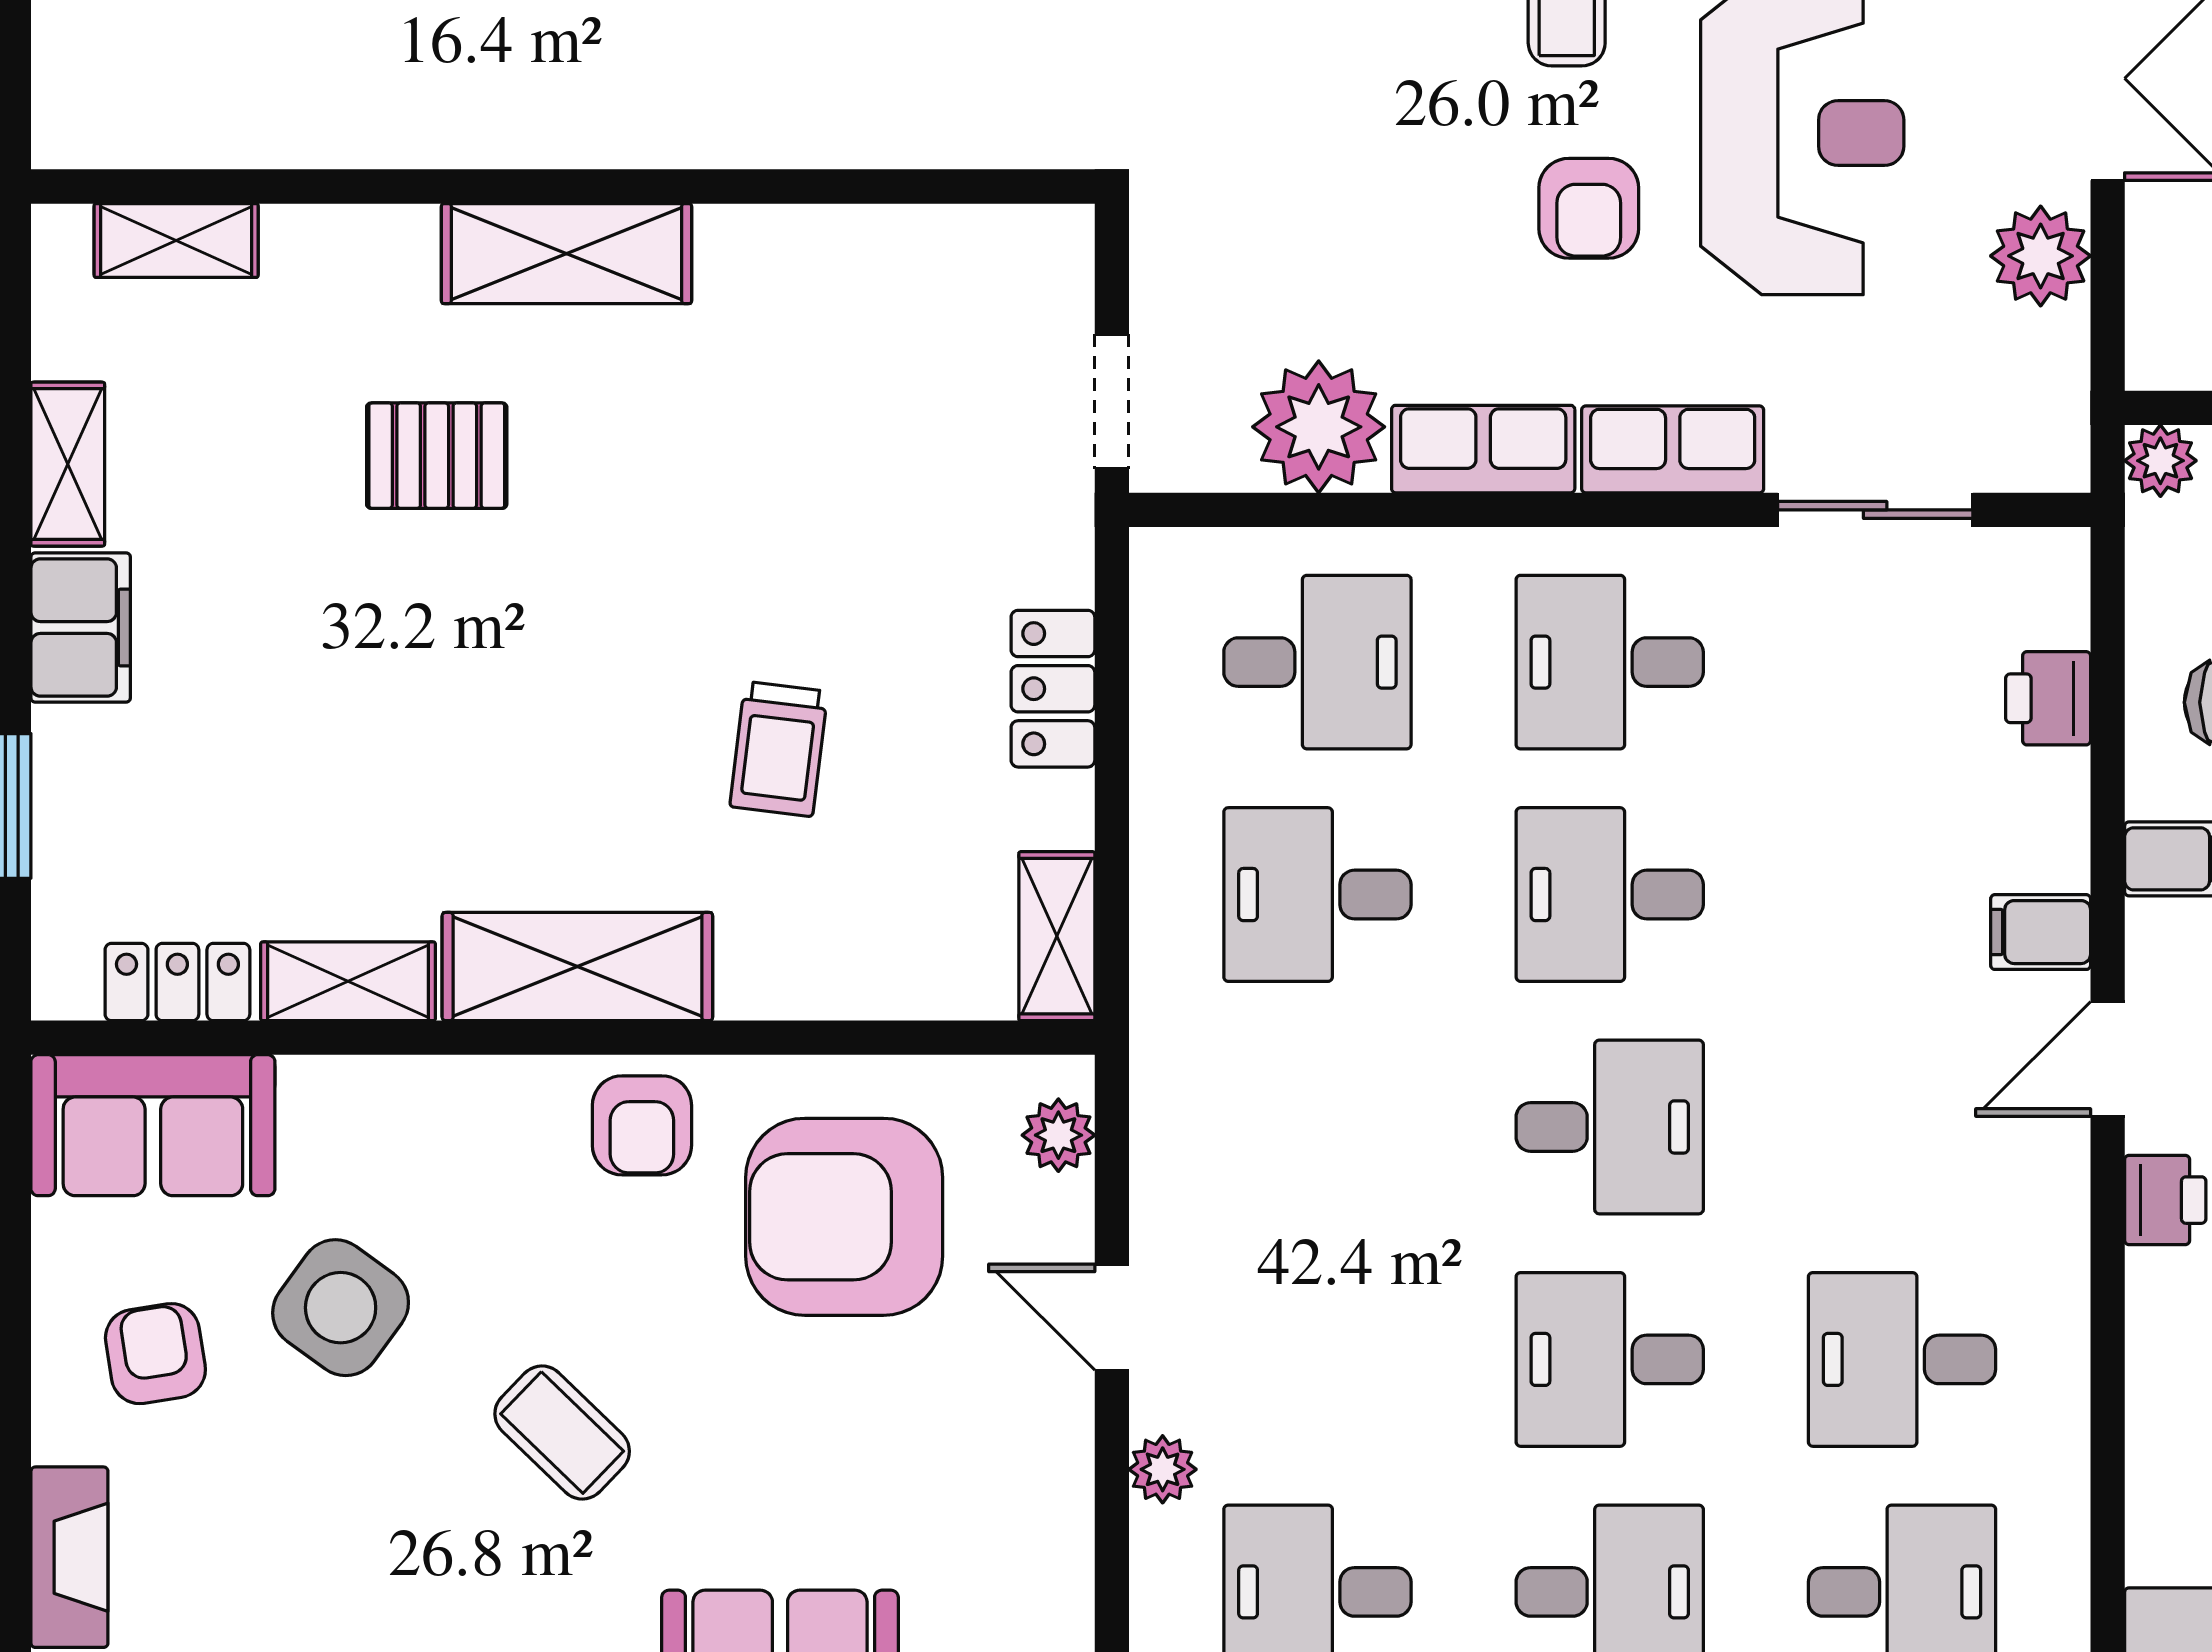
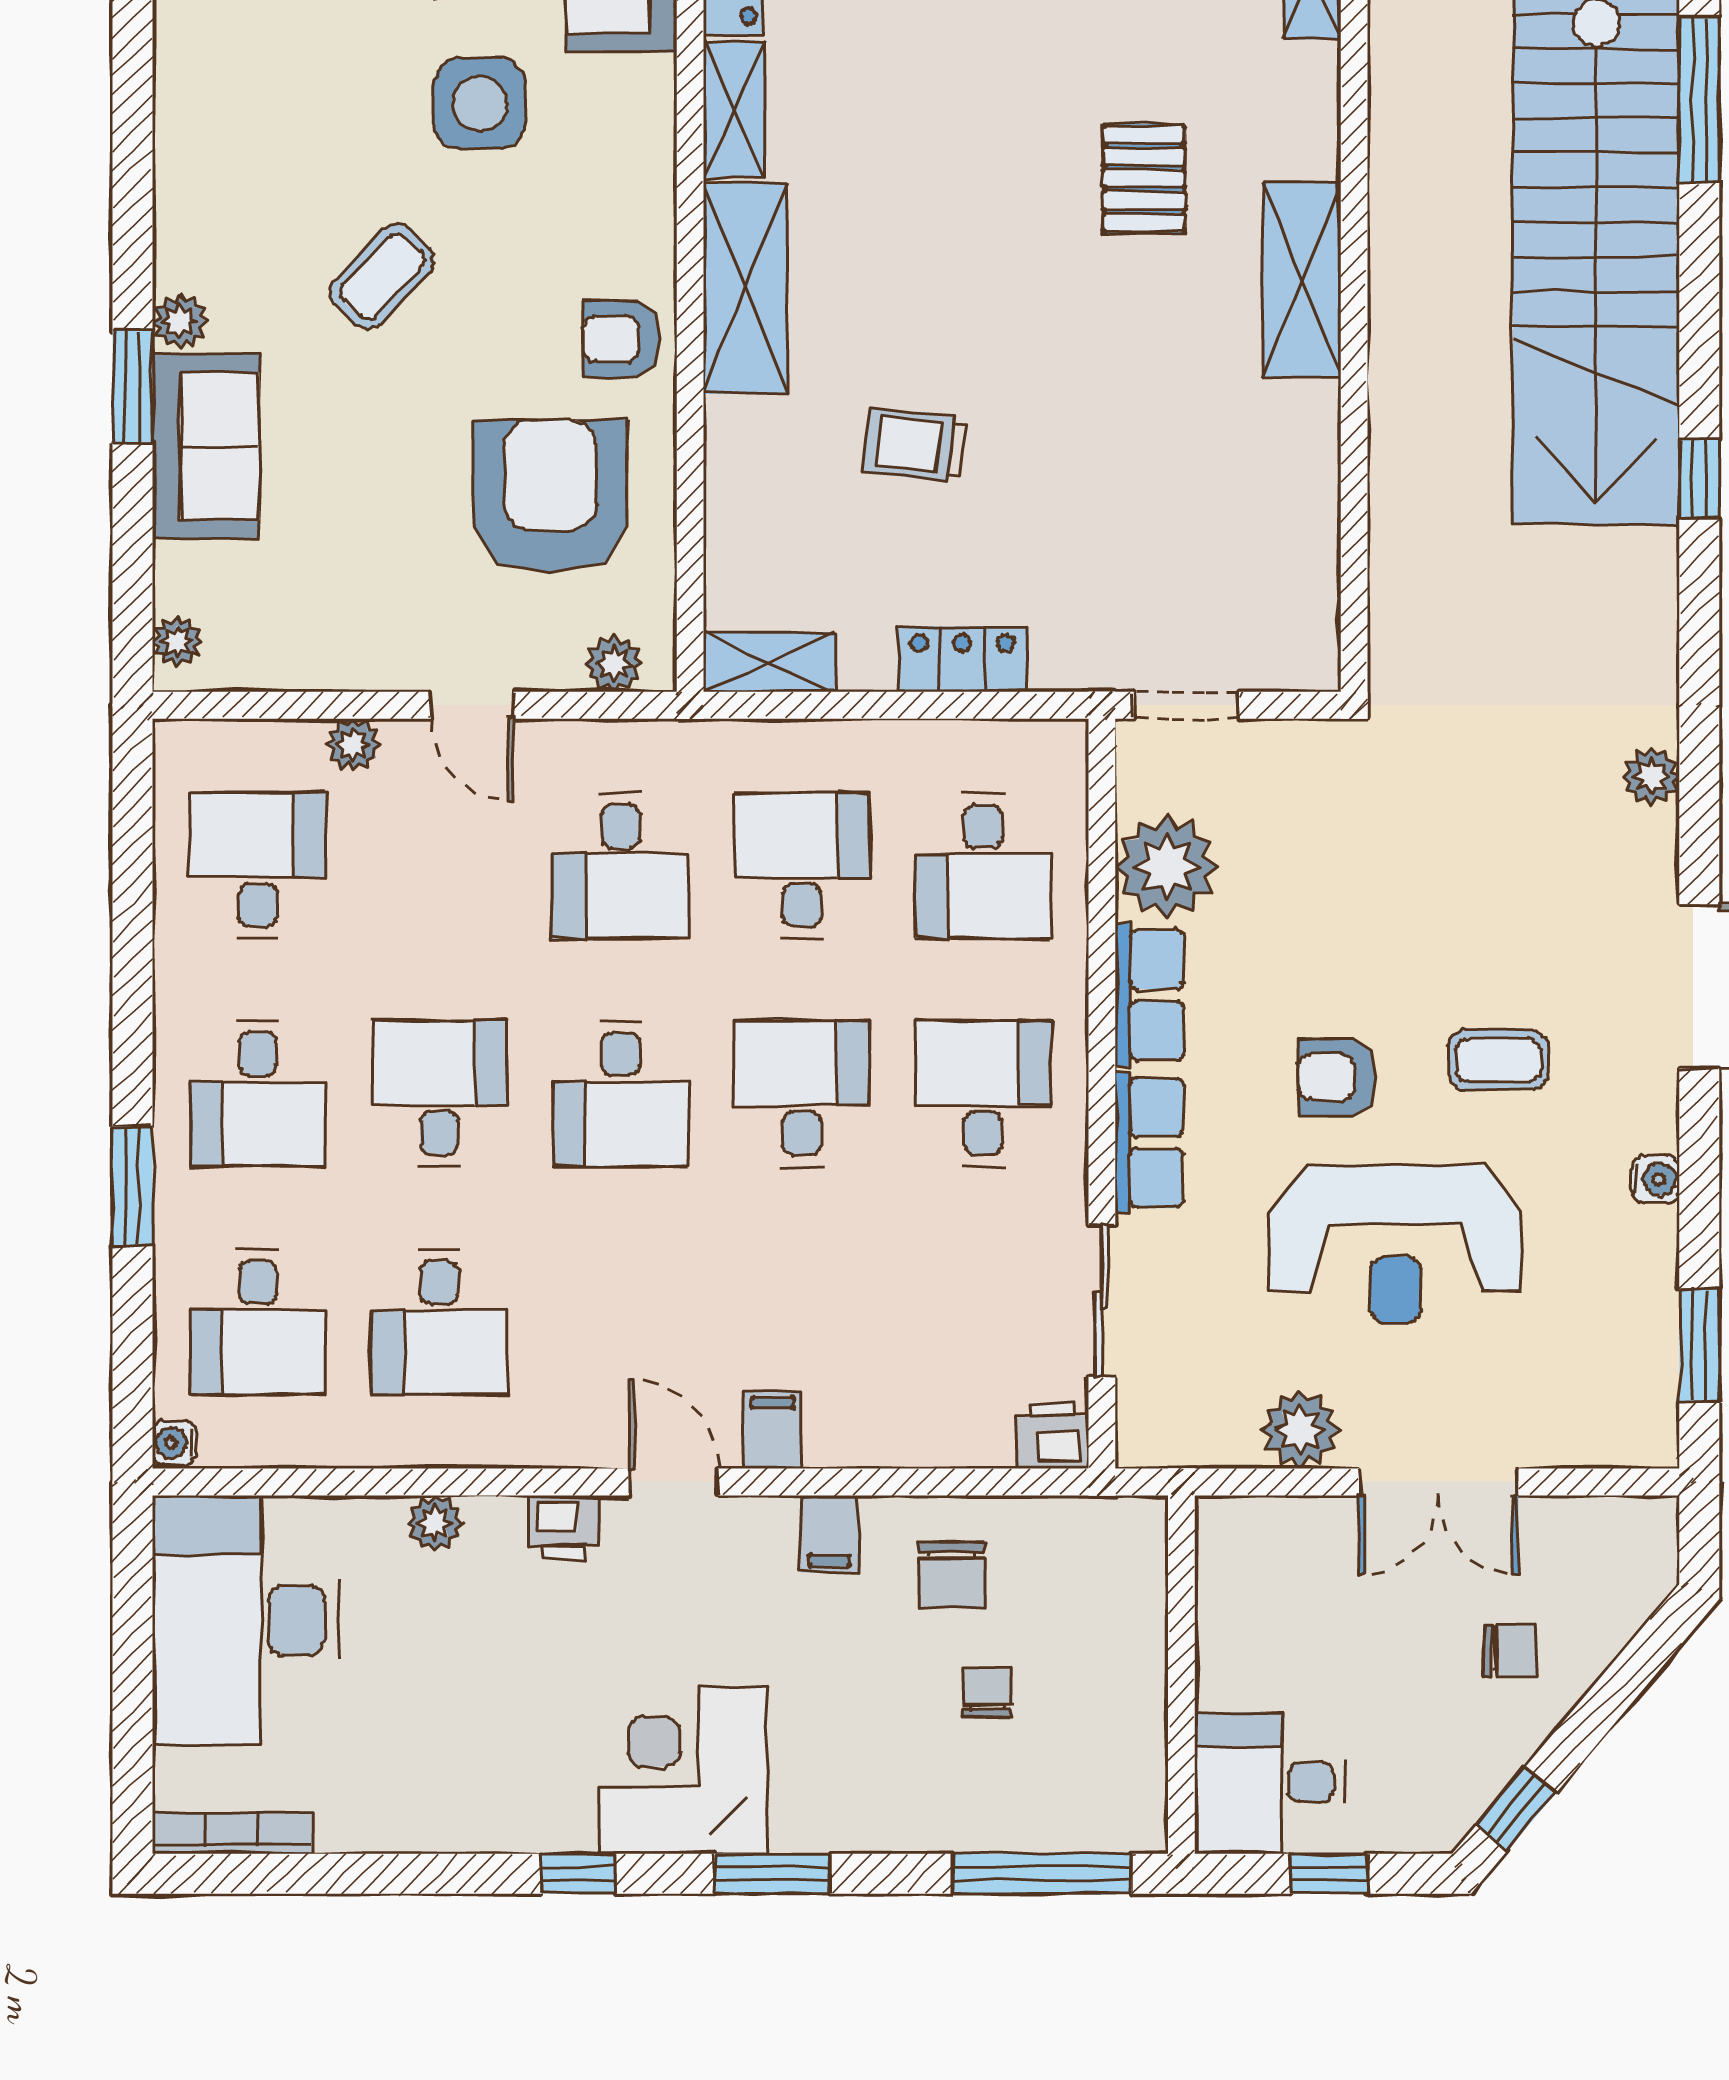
plant: (2160, 461) -> (435, 1523), moved
printer: (2048, 698) -> (1052, 1436), moved
desk: (1317, 1127) -> (620, 866), added
side table: (341, 1308) -> (480, 104), turned -36
door: (1112, 1317) -> (472, 705), swing flipped
desk: (1902, 1359) -> (439, 1322), turned 180

